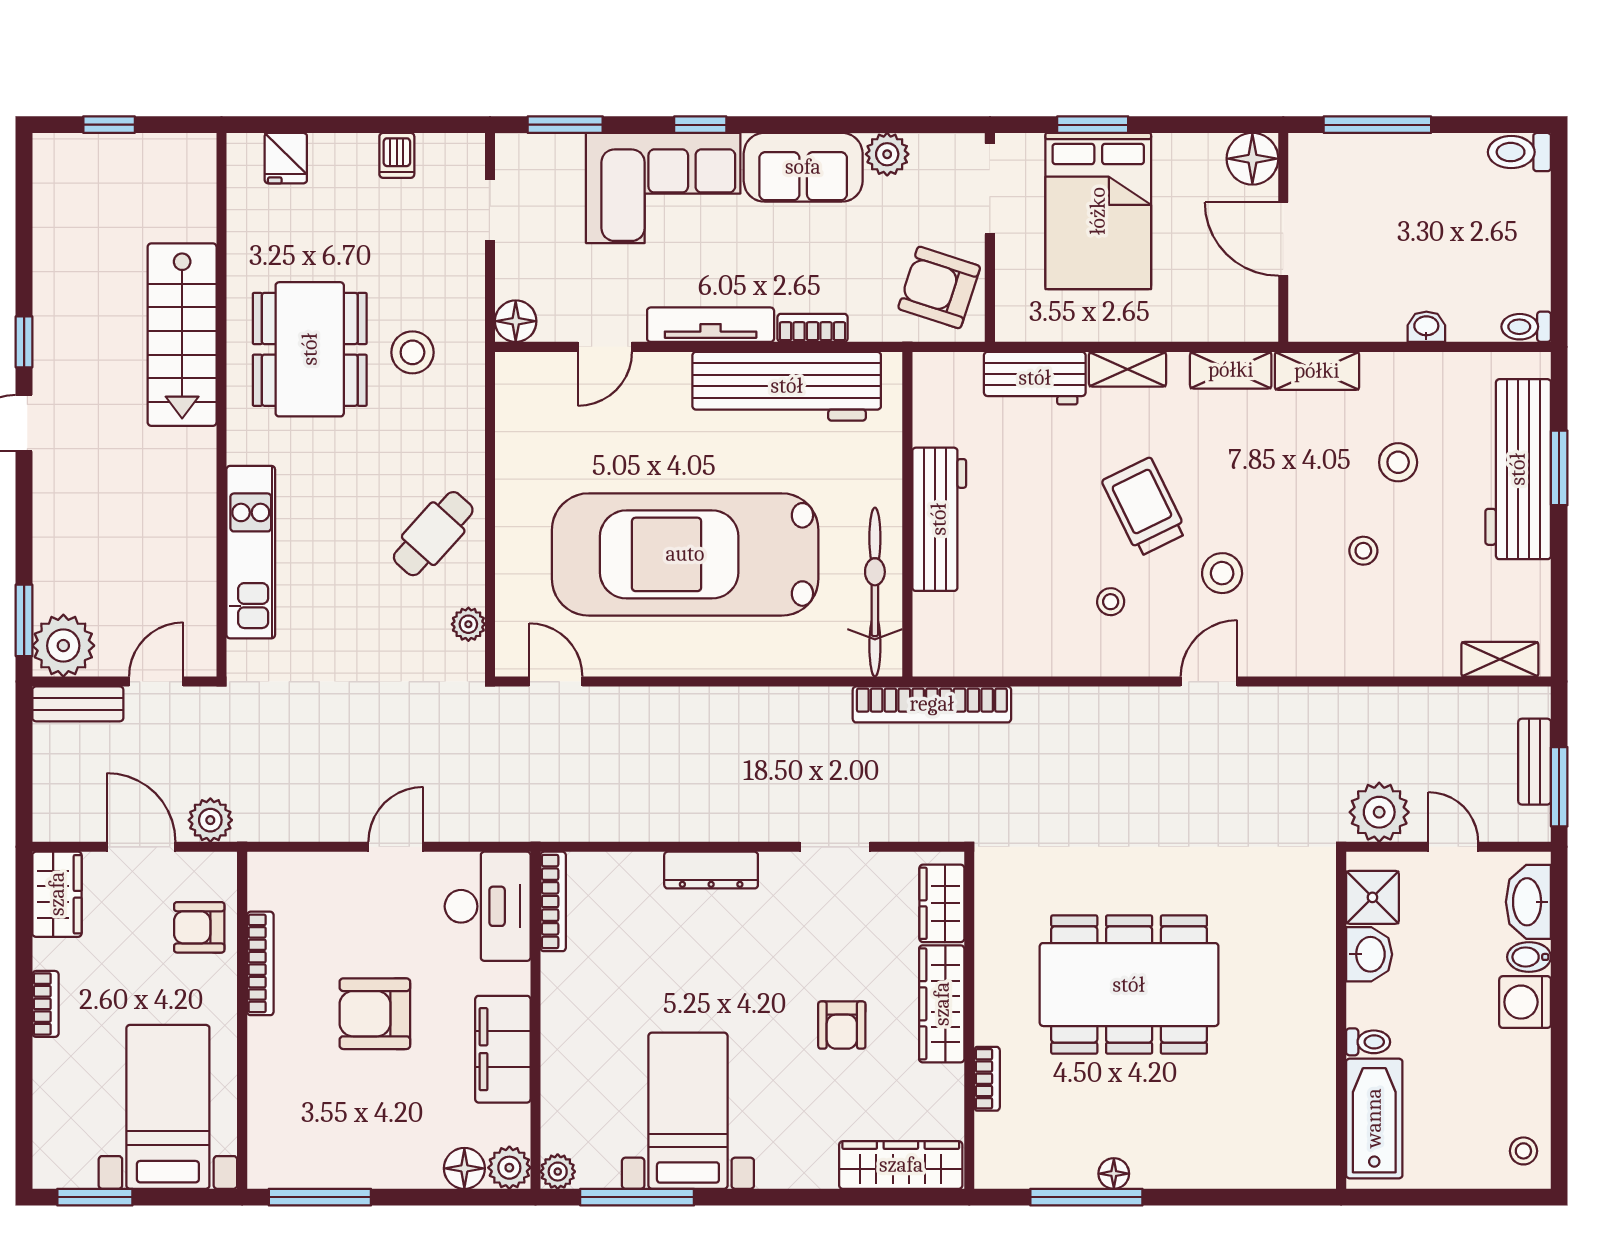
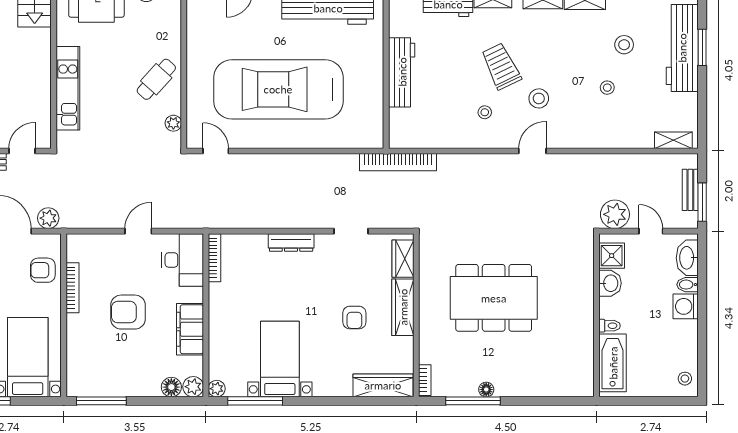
bicycle: (875, 592) -> (370, 108), removed
bookcase: (987, 1079) -> (425, 380), moved

